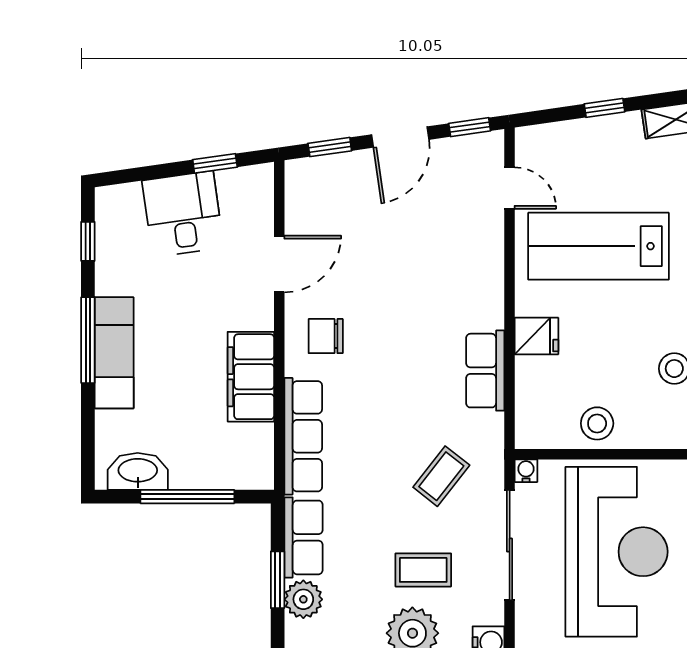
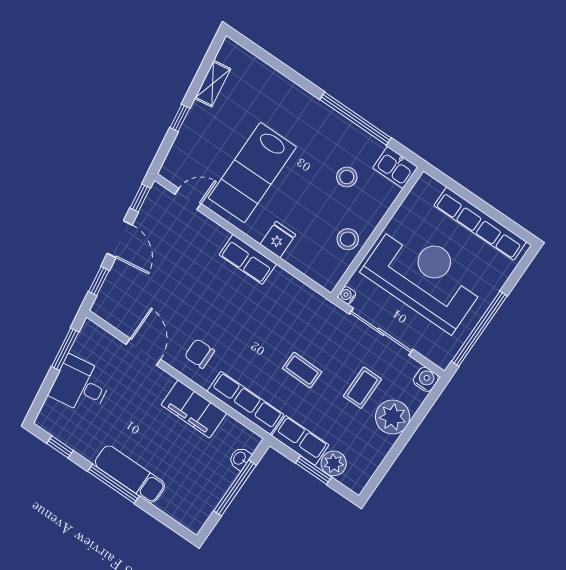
window: (215, 163) -> (65, 349), width x1.50
chair: (326, 336) -> (200, 354), turned 90
row of seats: (485, 371) -> (248, 259), moved
washbasin: (138, 471) -> (240, 458), moved, width x0.52, depth x0.69
coffee table: (441, 476) -> (302, 370), moved, turned -37

